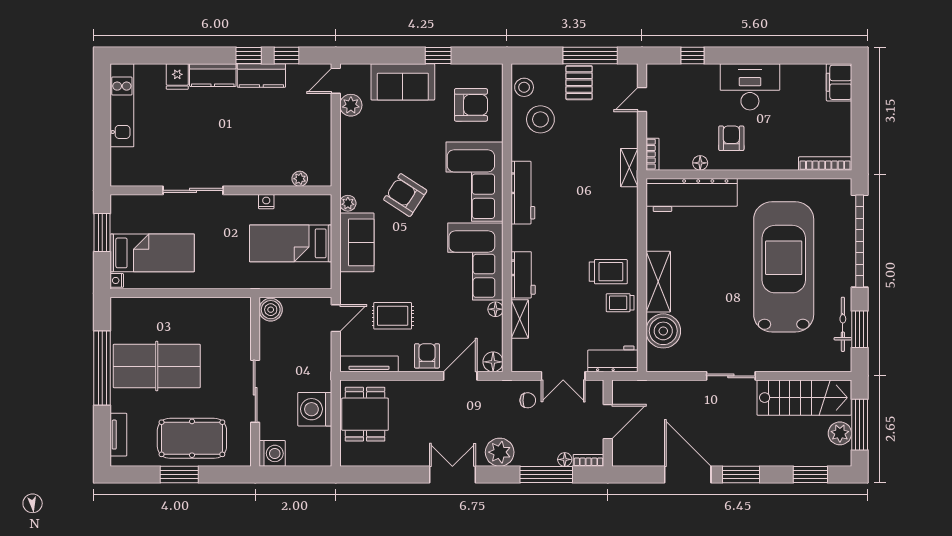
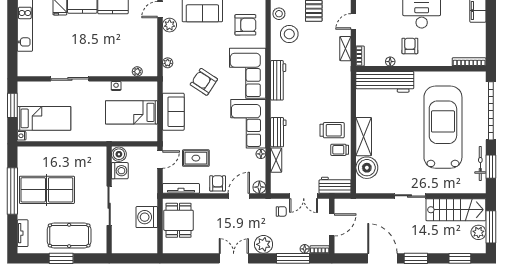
shelving: (629, 168) -> (345, 49), moved
plant: (348, 203) -> (168, 63), moved
washing machine: (272, 453) -> (120, 171), moved

